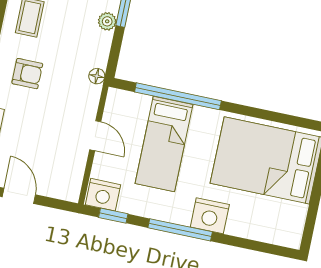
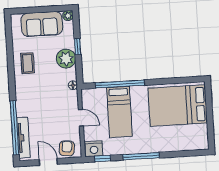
plant: (107, 21) -> (66, 59), width x1.88, depth x1.88
armchair: (27, 74) -> (67, 148), moved, turned -83
nightstand: (210, 216) -> (155, 144), removed

